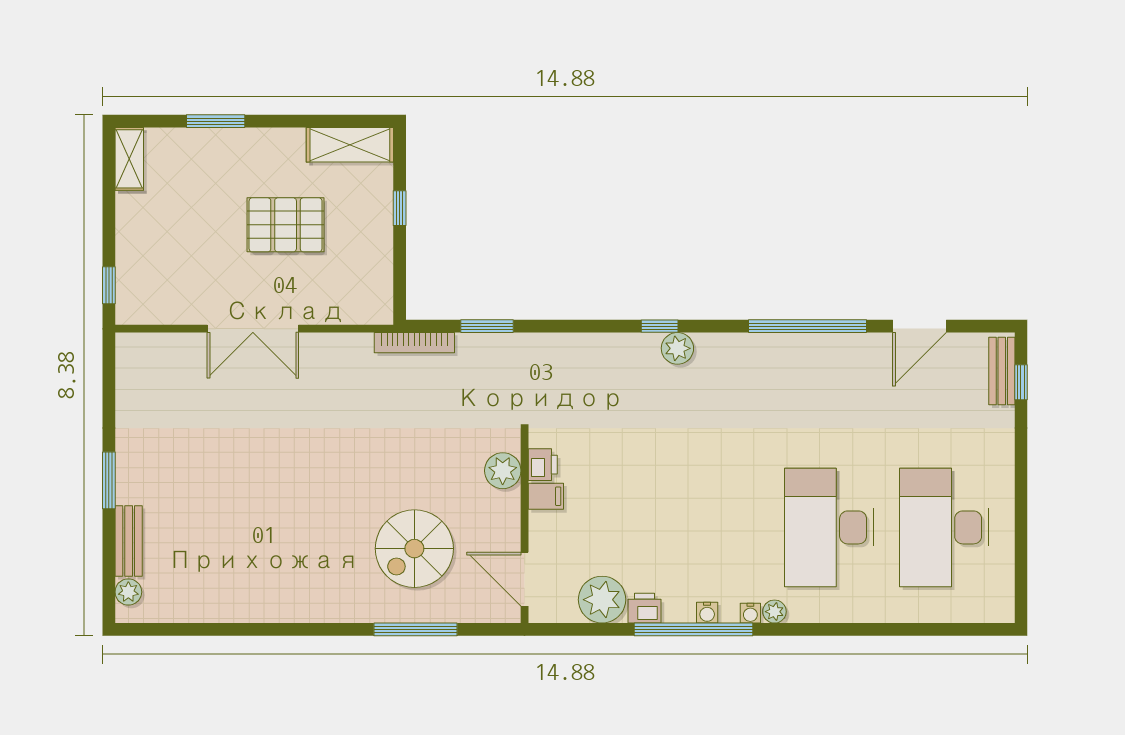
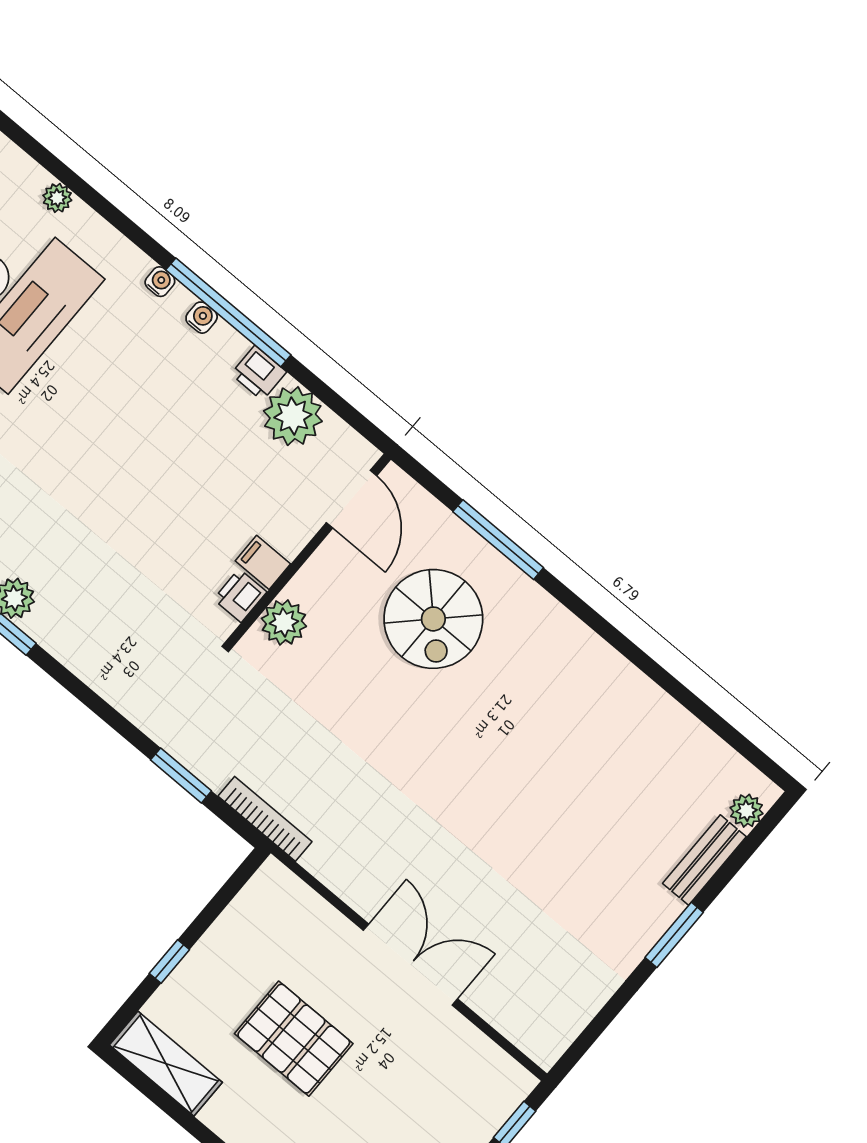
spiral stairs: (414, 549) -> (433, 619), turned 90
plant: (774, 612) -> (57, 198), moved

